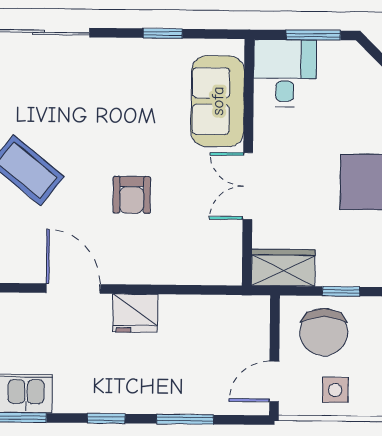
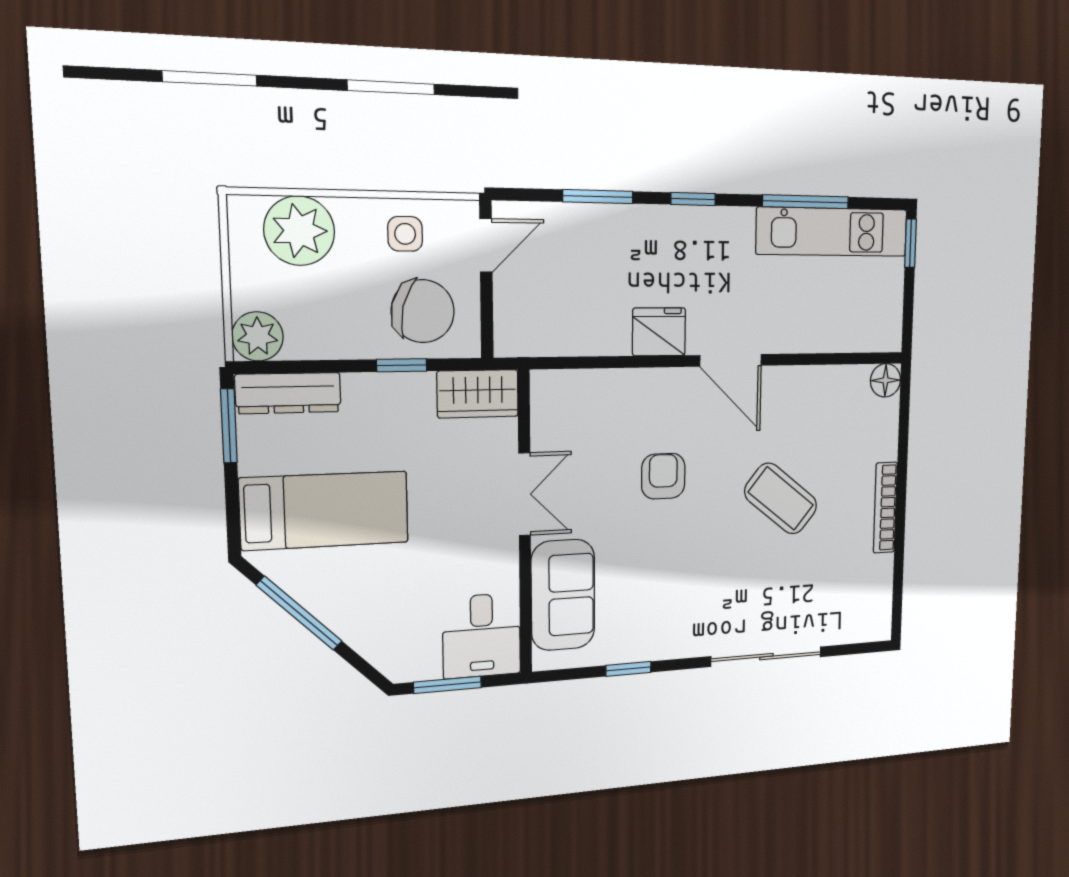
chair: (324, 332) -> (423, 311), turned 104

